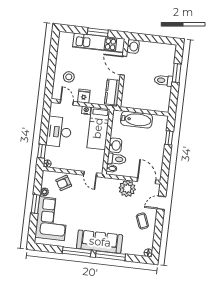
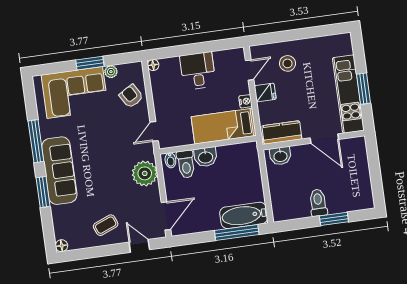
washbasin: (133, 46) -> (280, 156), moved
door: (123, 66) -> (324, 139), swing flipped
bathtub: (137, 120) -> (244, 215), moved, turned 90
desk: (59, 132) -> (198, 71), width x0.73
window: (169, 138) -> (237, 232), width x2.17
window: (42, 151) -> (169, 52), removed
plant: (127, 189) -> (145, 173), moved
window: (111, 256) -> (43, 192), width x0.69

